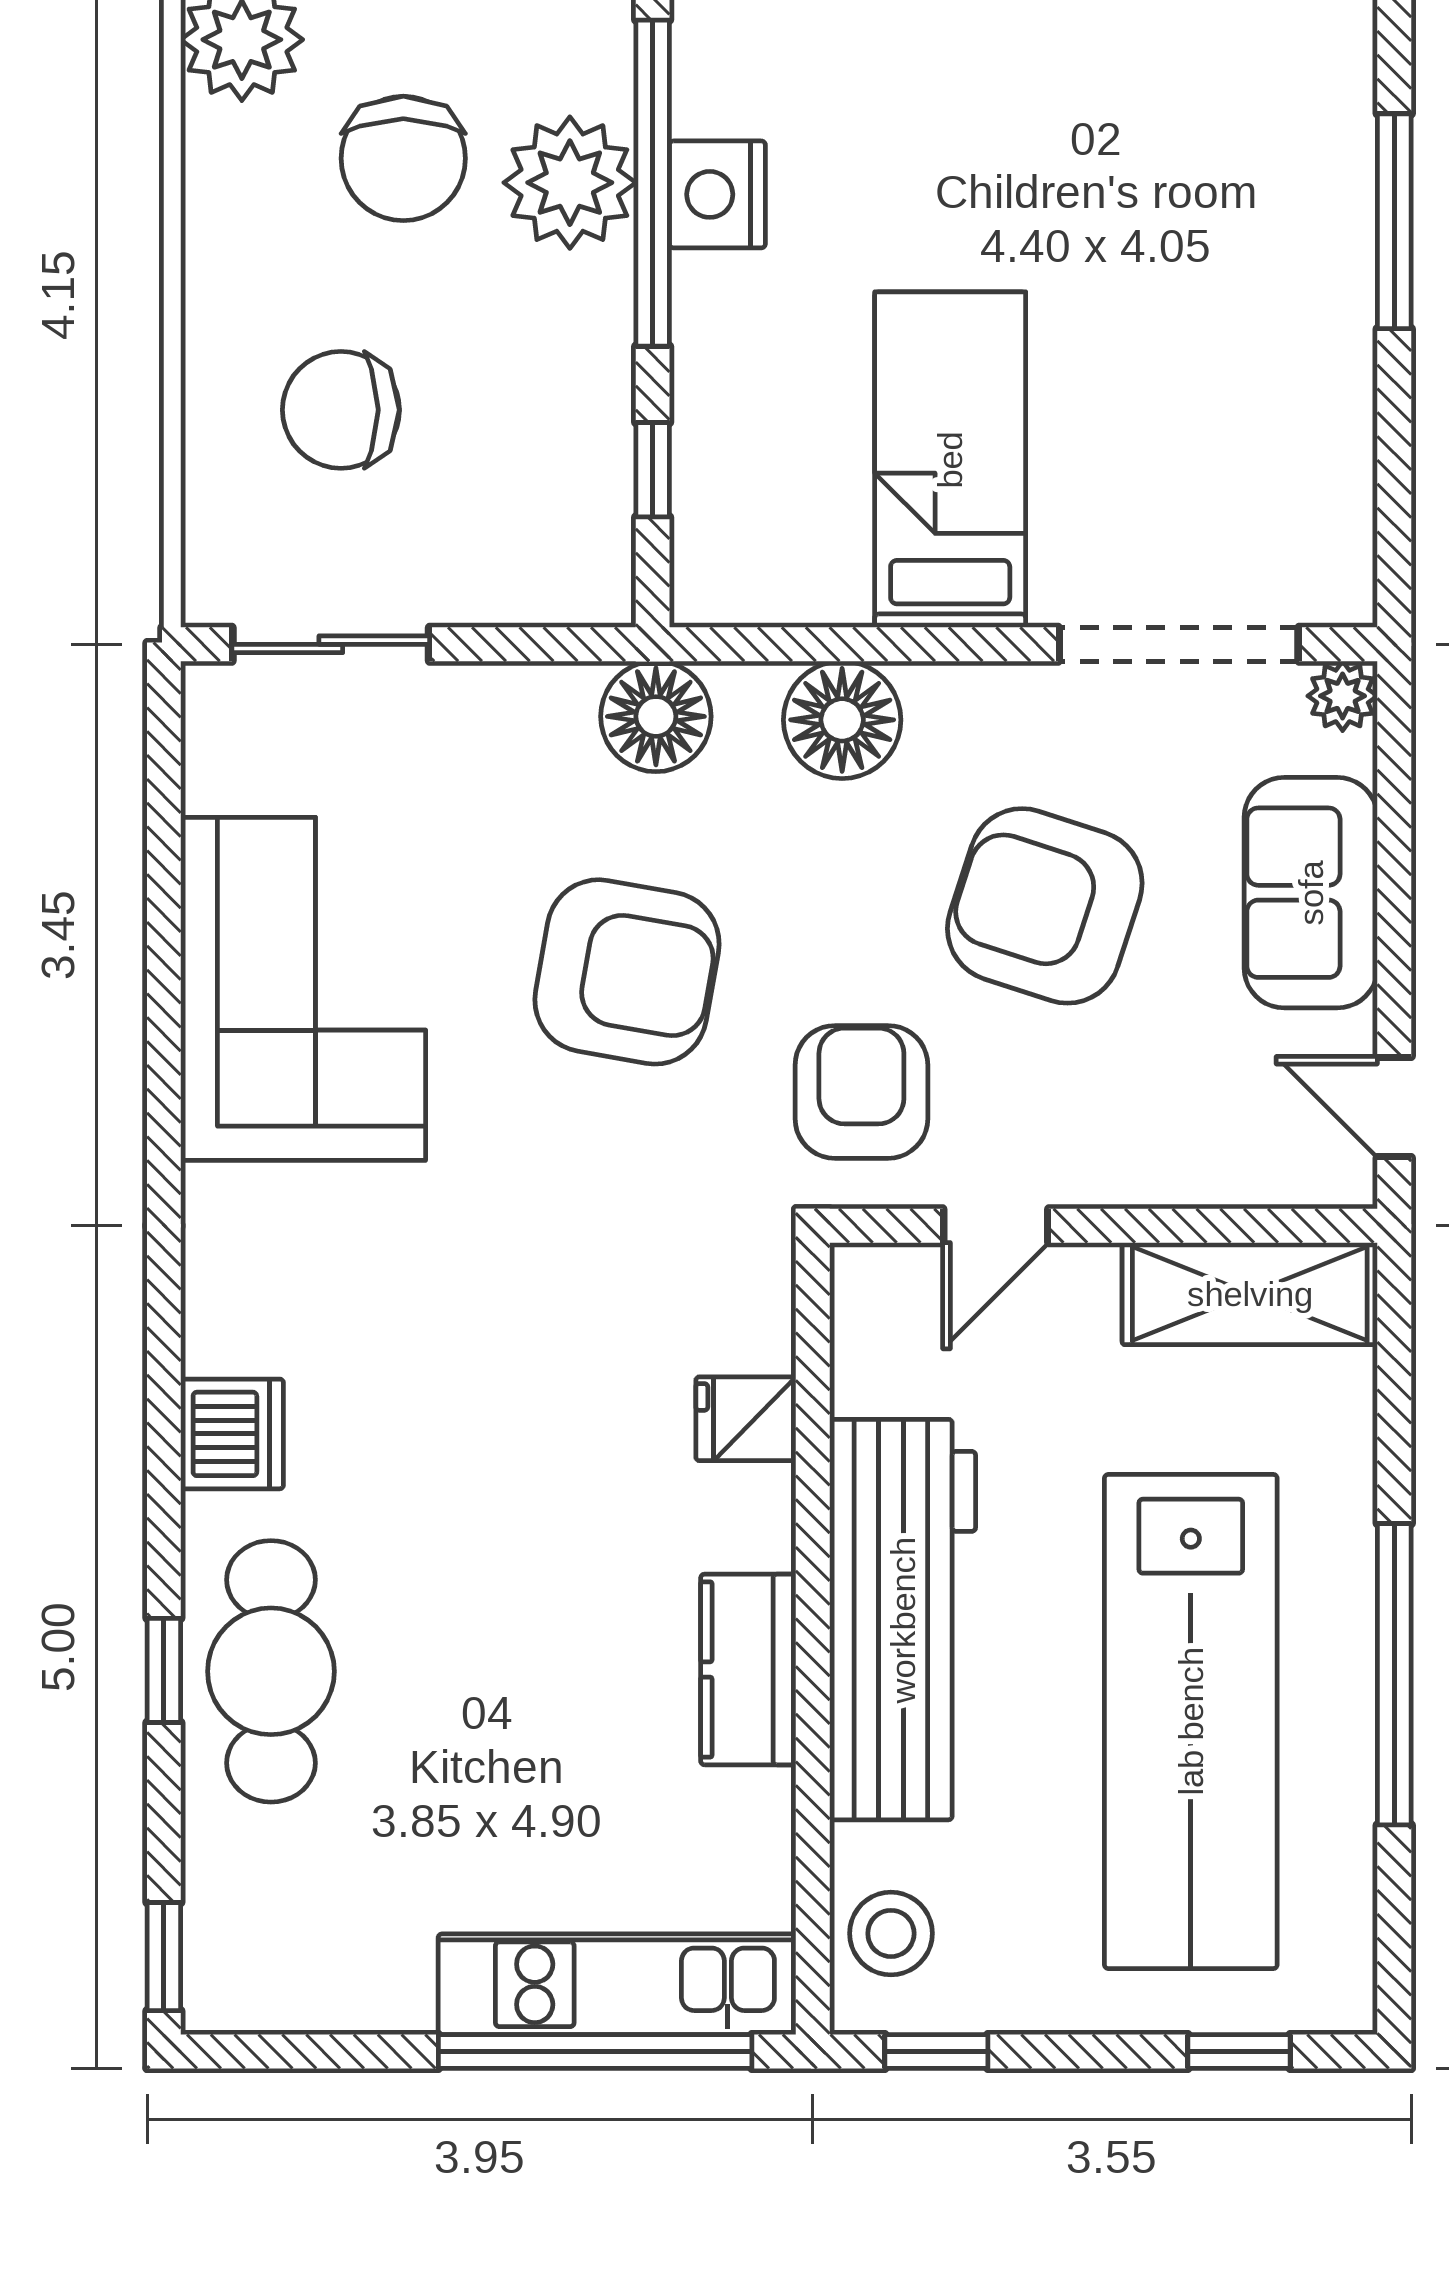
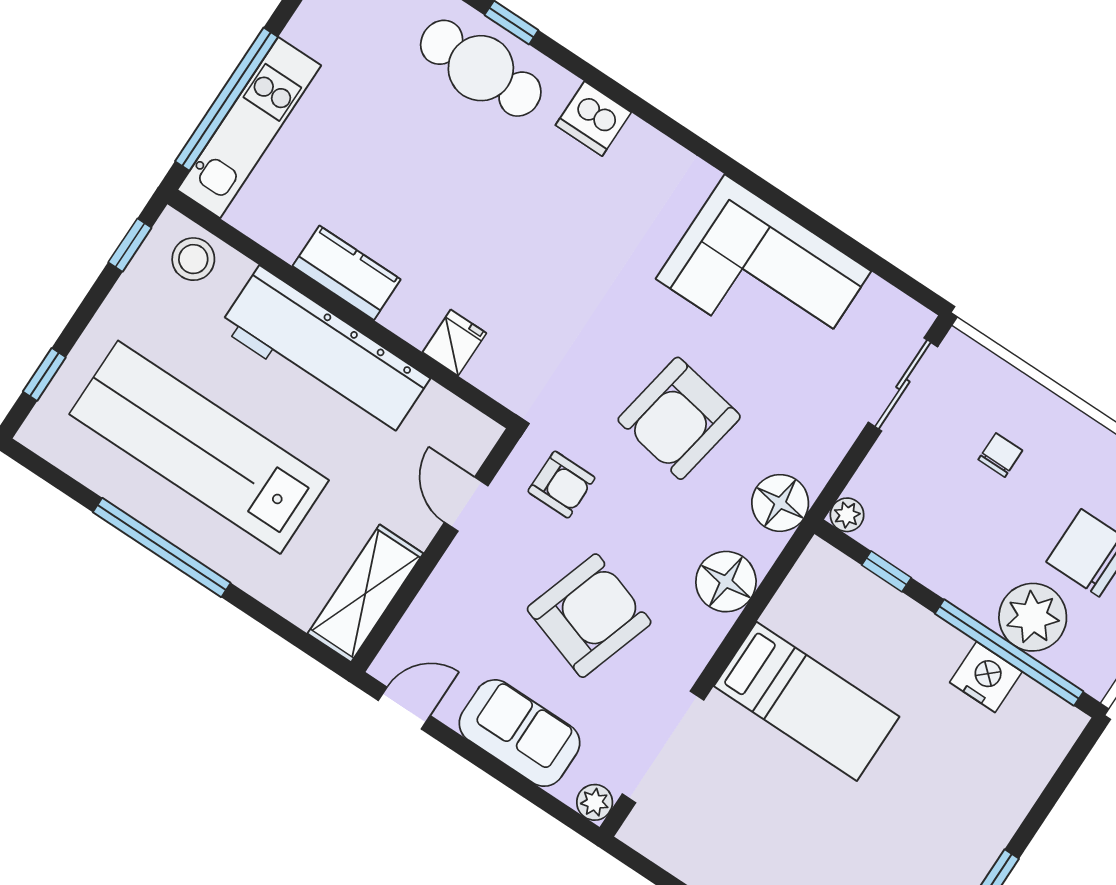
chair: (341, 410) -> (1000, 455), width x0.54, depth x0.54
plant: (603, 595) -> (847, 515), added
armchair: (861, 1092) -> (561, 485), width x0.72, depth x0.72

